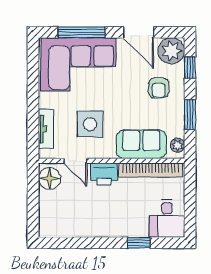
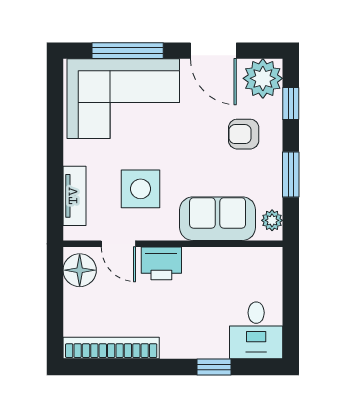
armchair: (159, 88) -> (244, 134), turned 90
bookcase: (151, 170) -> (111, 348), moved, turned 180

